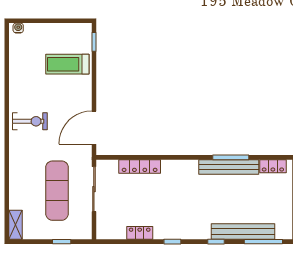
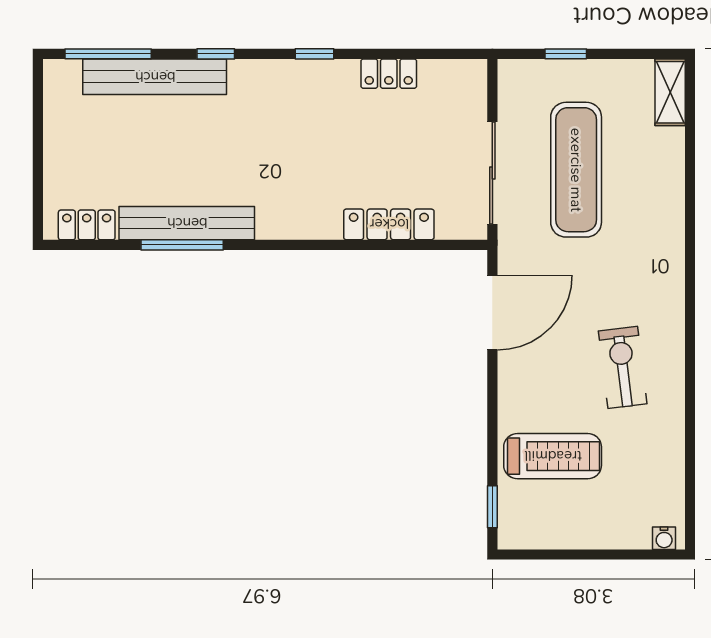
exercise bike: (30, 121) -> (623, 367), moved, turned 83

